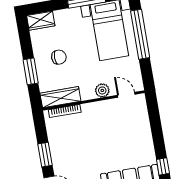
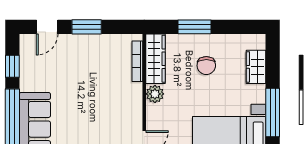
wardrobe: (41, 21) -> (256, 67), moved
plant: (102, 90) -> (155, 94), moved

